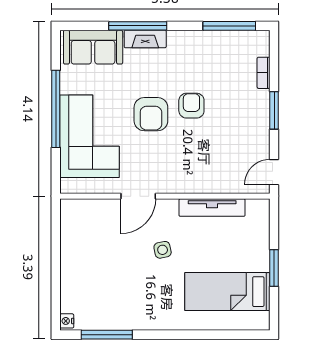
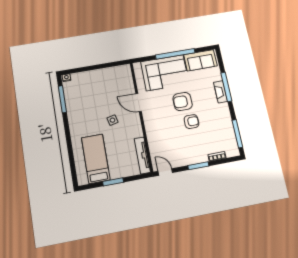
sofa: (93, 47) -> (200, 60), moved, turned -90
tv unit: (212, 208) -> (142, 155), moved

